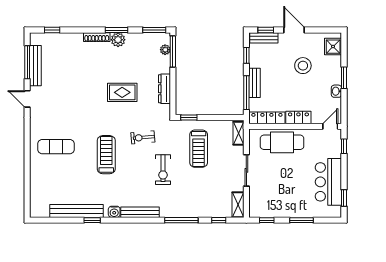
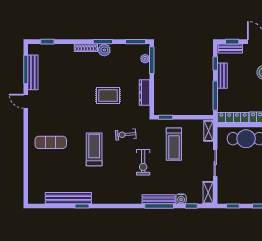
bench: (255, 83) -> (222, 76), moved
water cooler: (114, 212) -> (181, 199), moved
bench: (140, 212) -> (159, 199), moved

